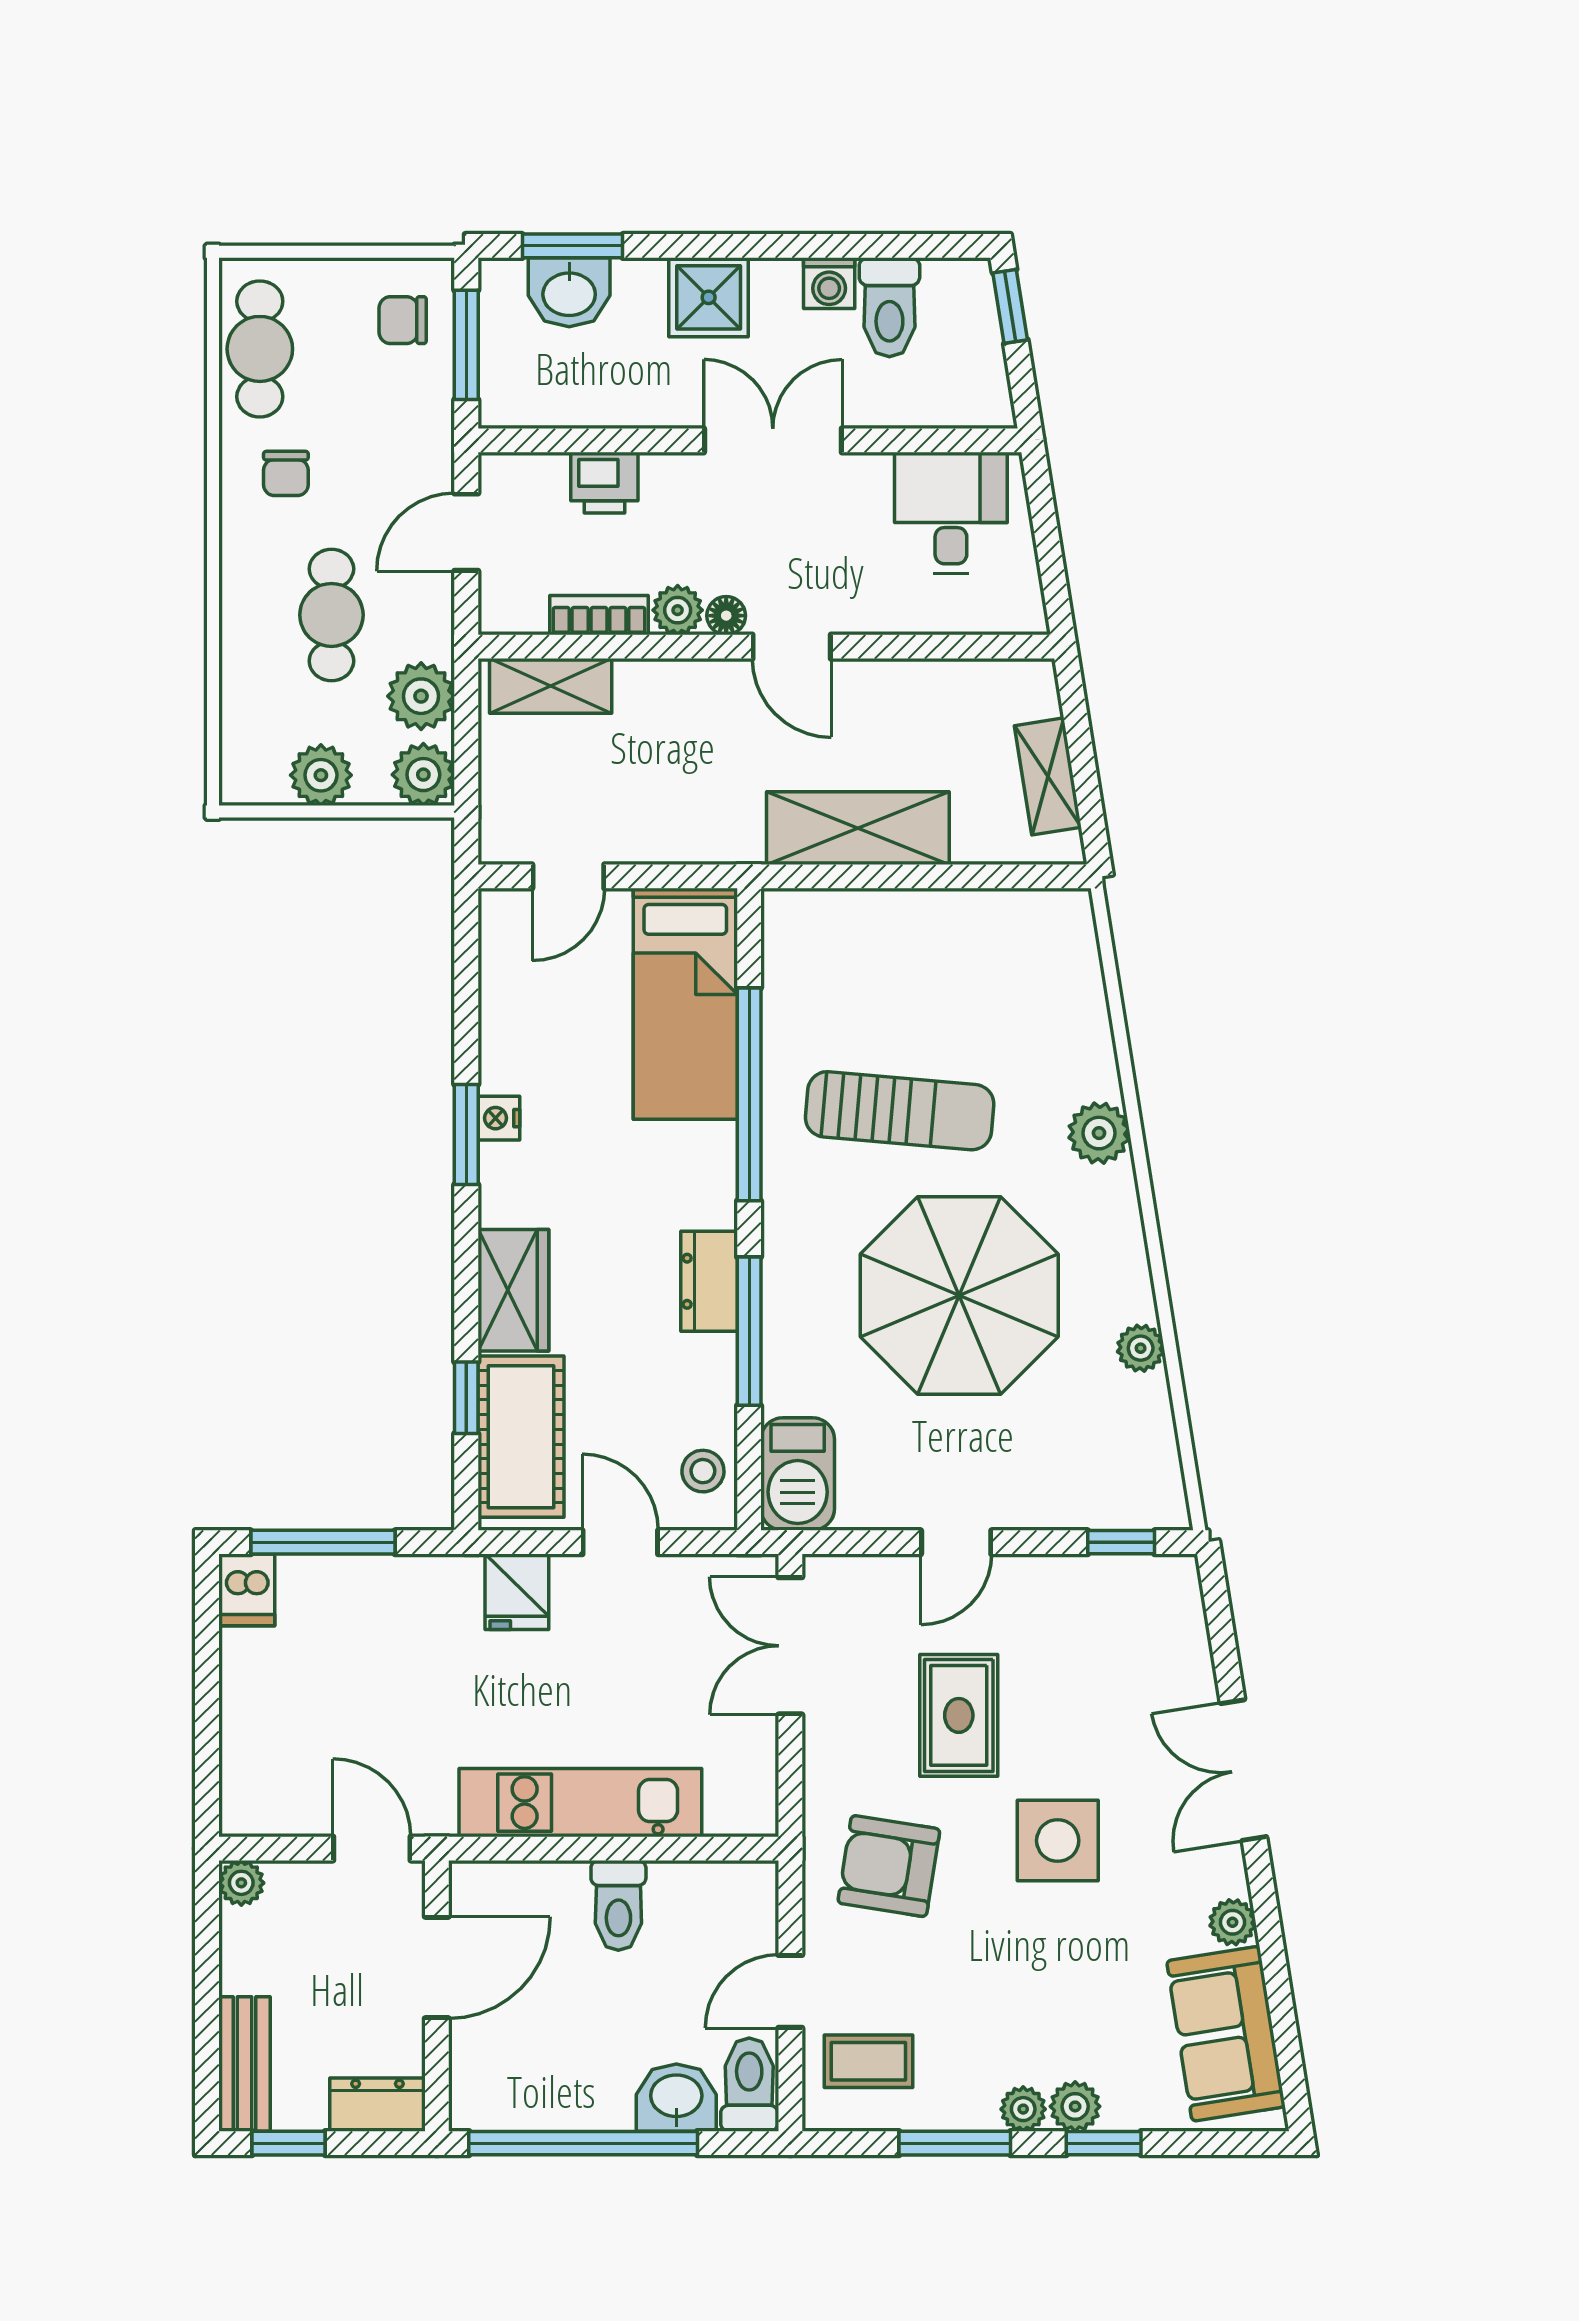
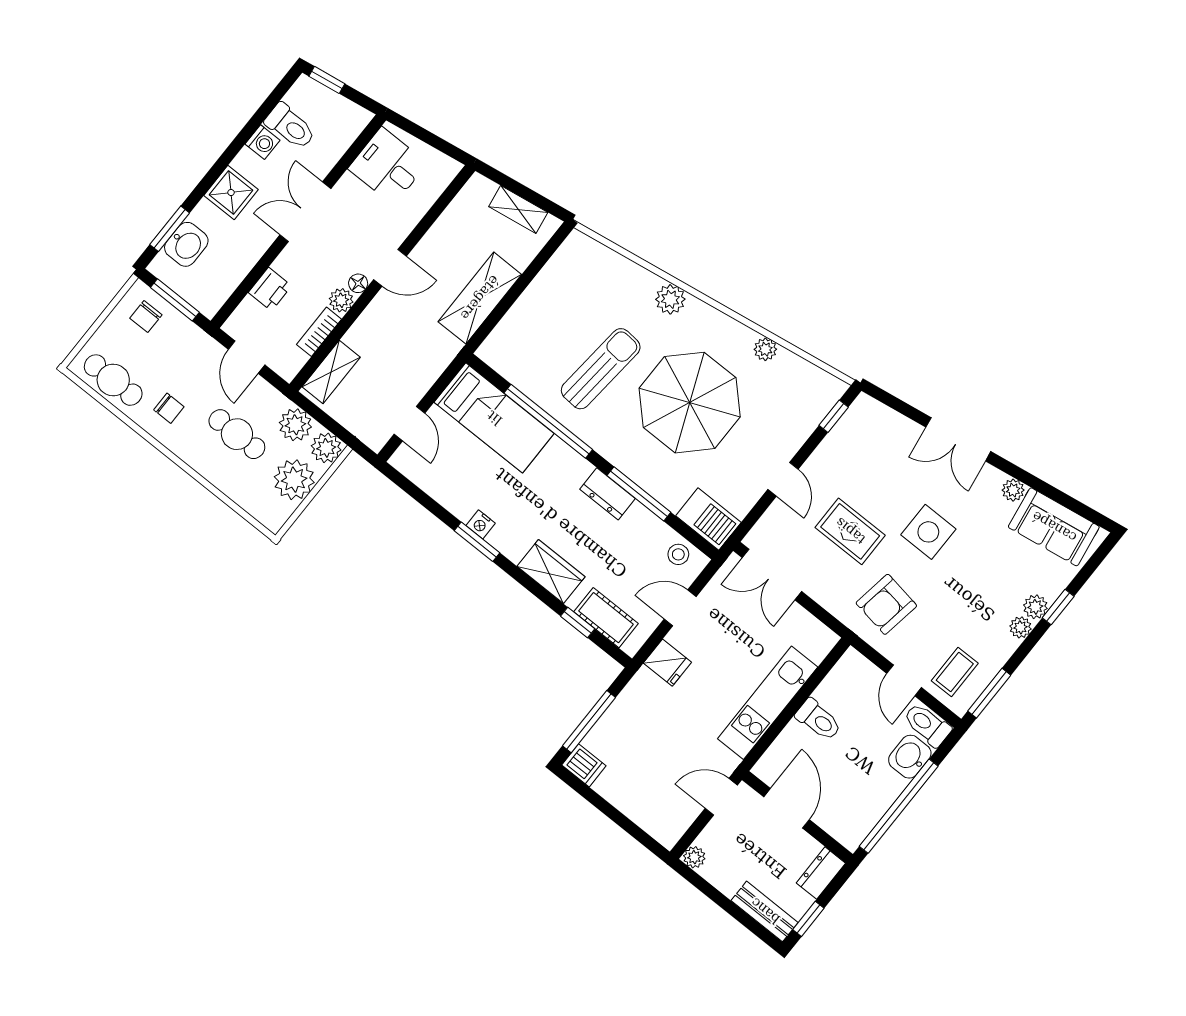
plant: (321, 775) -> (294, 480), width x1.36, depth x1.36
cot: (521, 1437) -> (606, 618), width x0.73, depth x0.75
window: (955, 2143) -> (989, 693), moved

